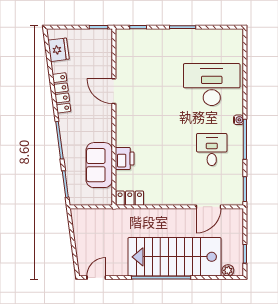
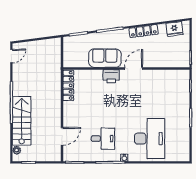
door: (114, 91) -> (134, 69), moved
printer: (125, 158) -> (111, 76), moved
sofa: (99, 165) -> (105, 58), moved
locker: (130, 198) -> (68, 85), width x1.53
door: (209, 207) -> (62, 136), swing flipped
stairs: (174, 257) -> (22, 121), width x0.73, depth x0.66
door: (96, 278) -> (11, 56), hinge flipped

